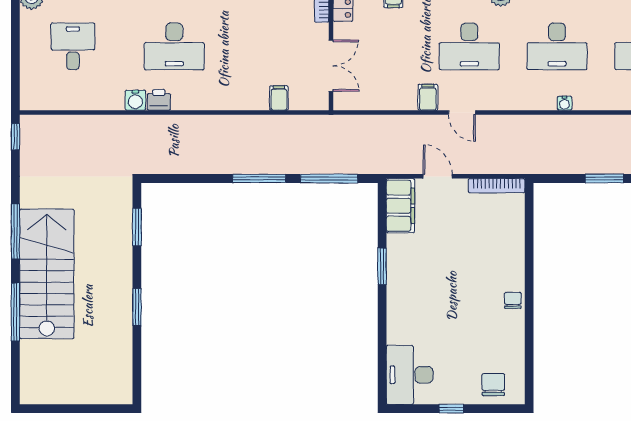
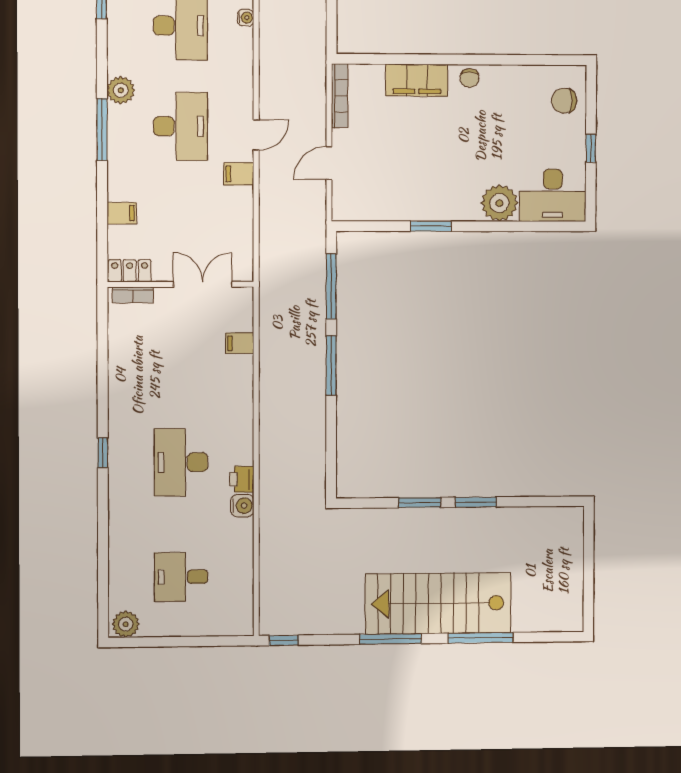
desk: (174, 46) -> (181, 462), turned 180
filing cabinet: (400, 206) -> (417, 80), moved, turned 180
window: (137, 227) -> (420, 503), moved
chair: (513, 300) -> (469, 78), turned -90
plant: (403, 327) -> (499, 203), added

